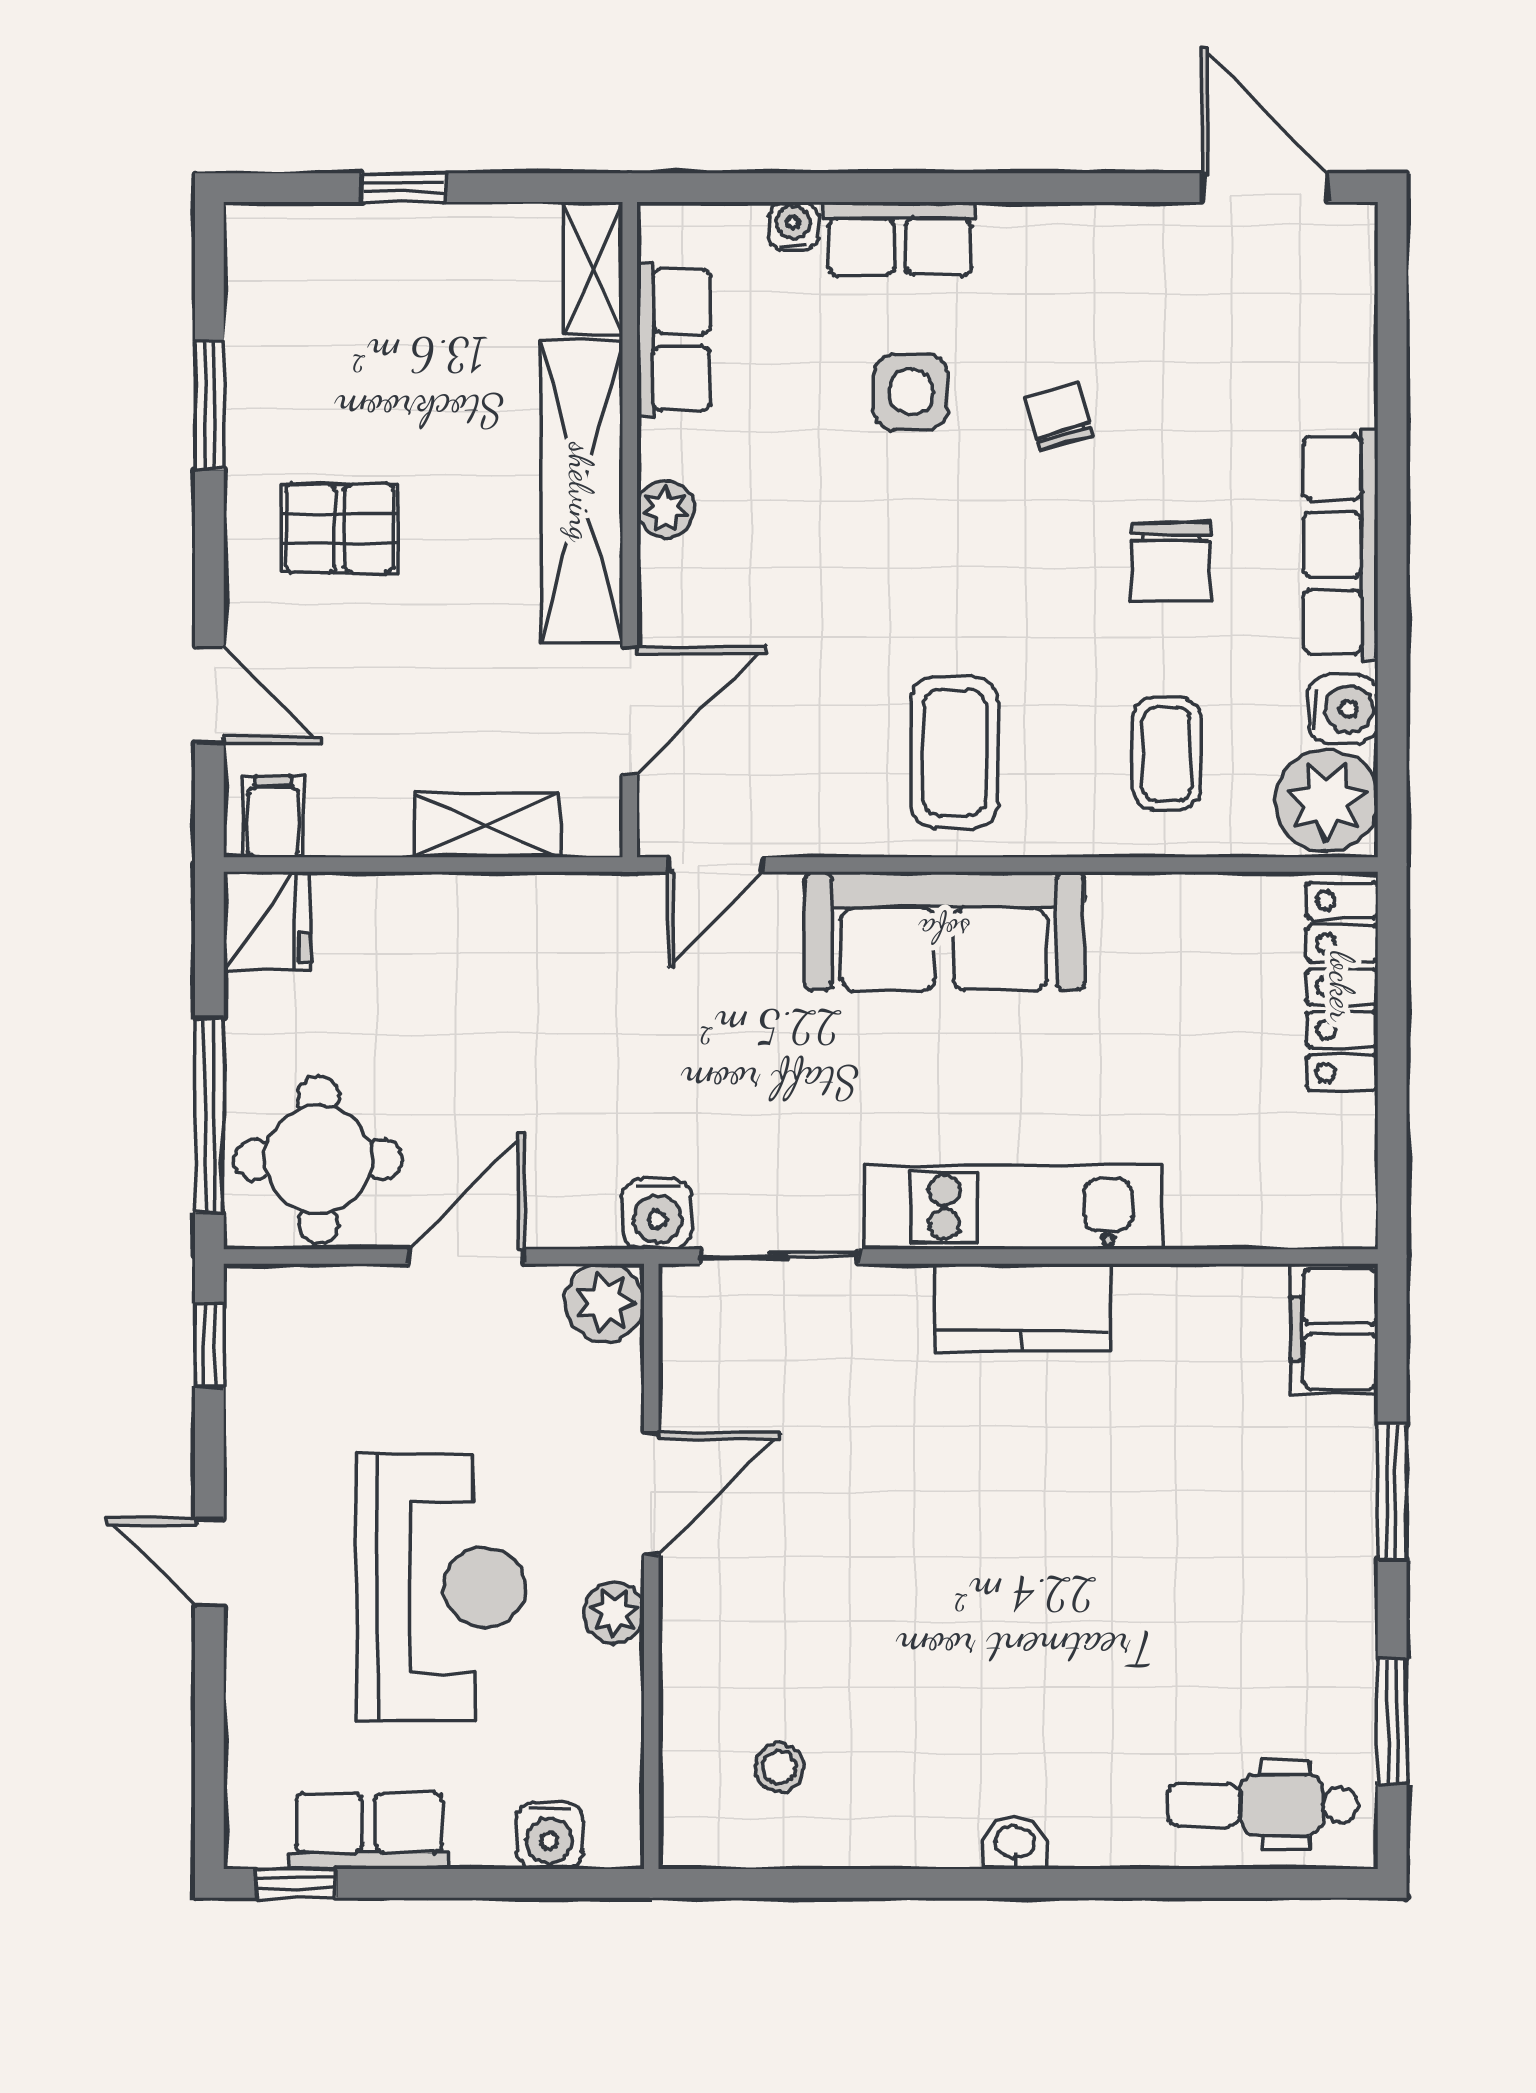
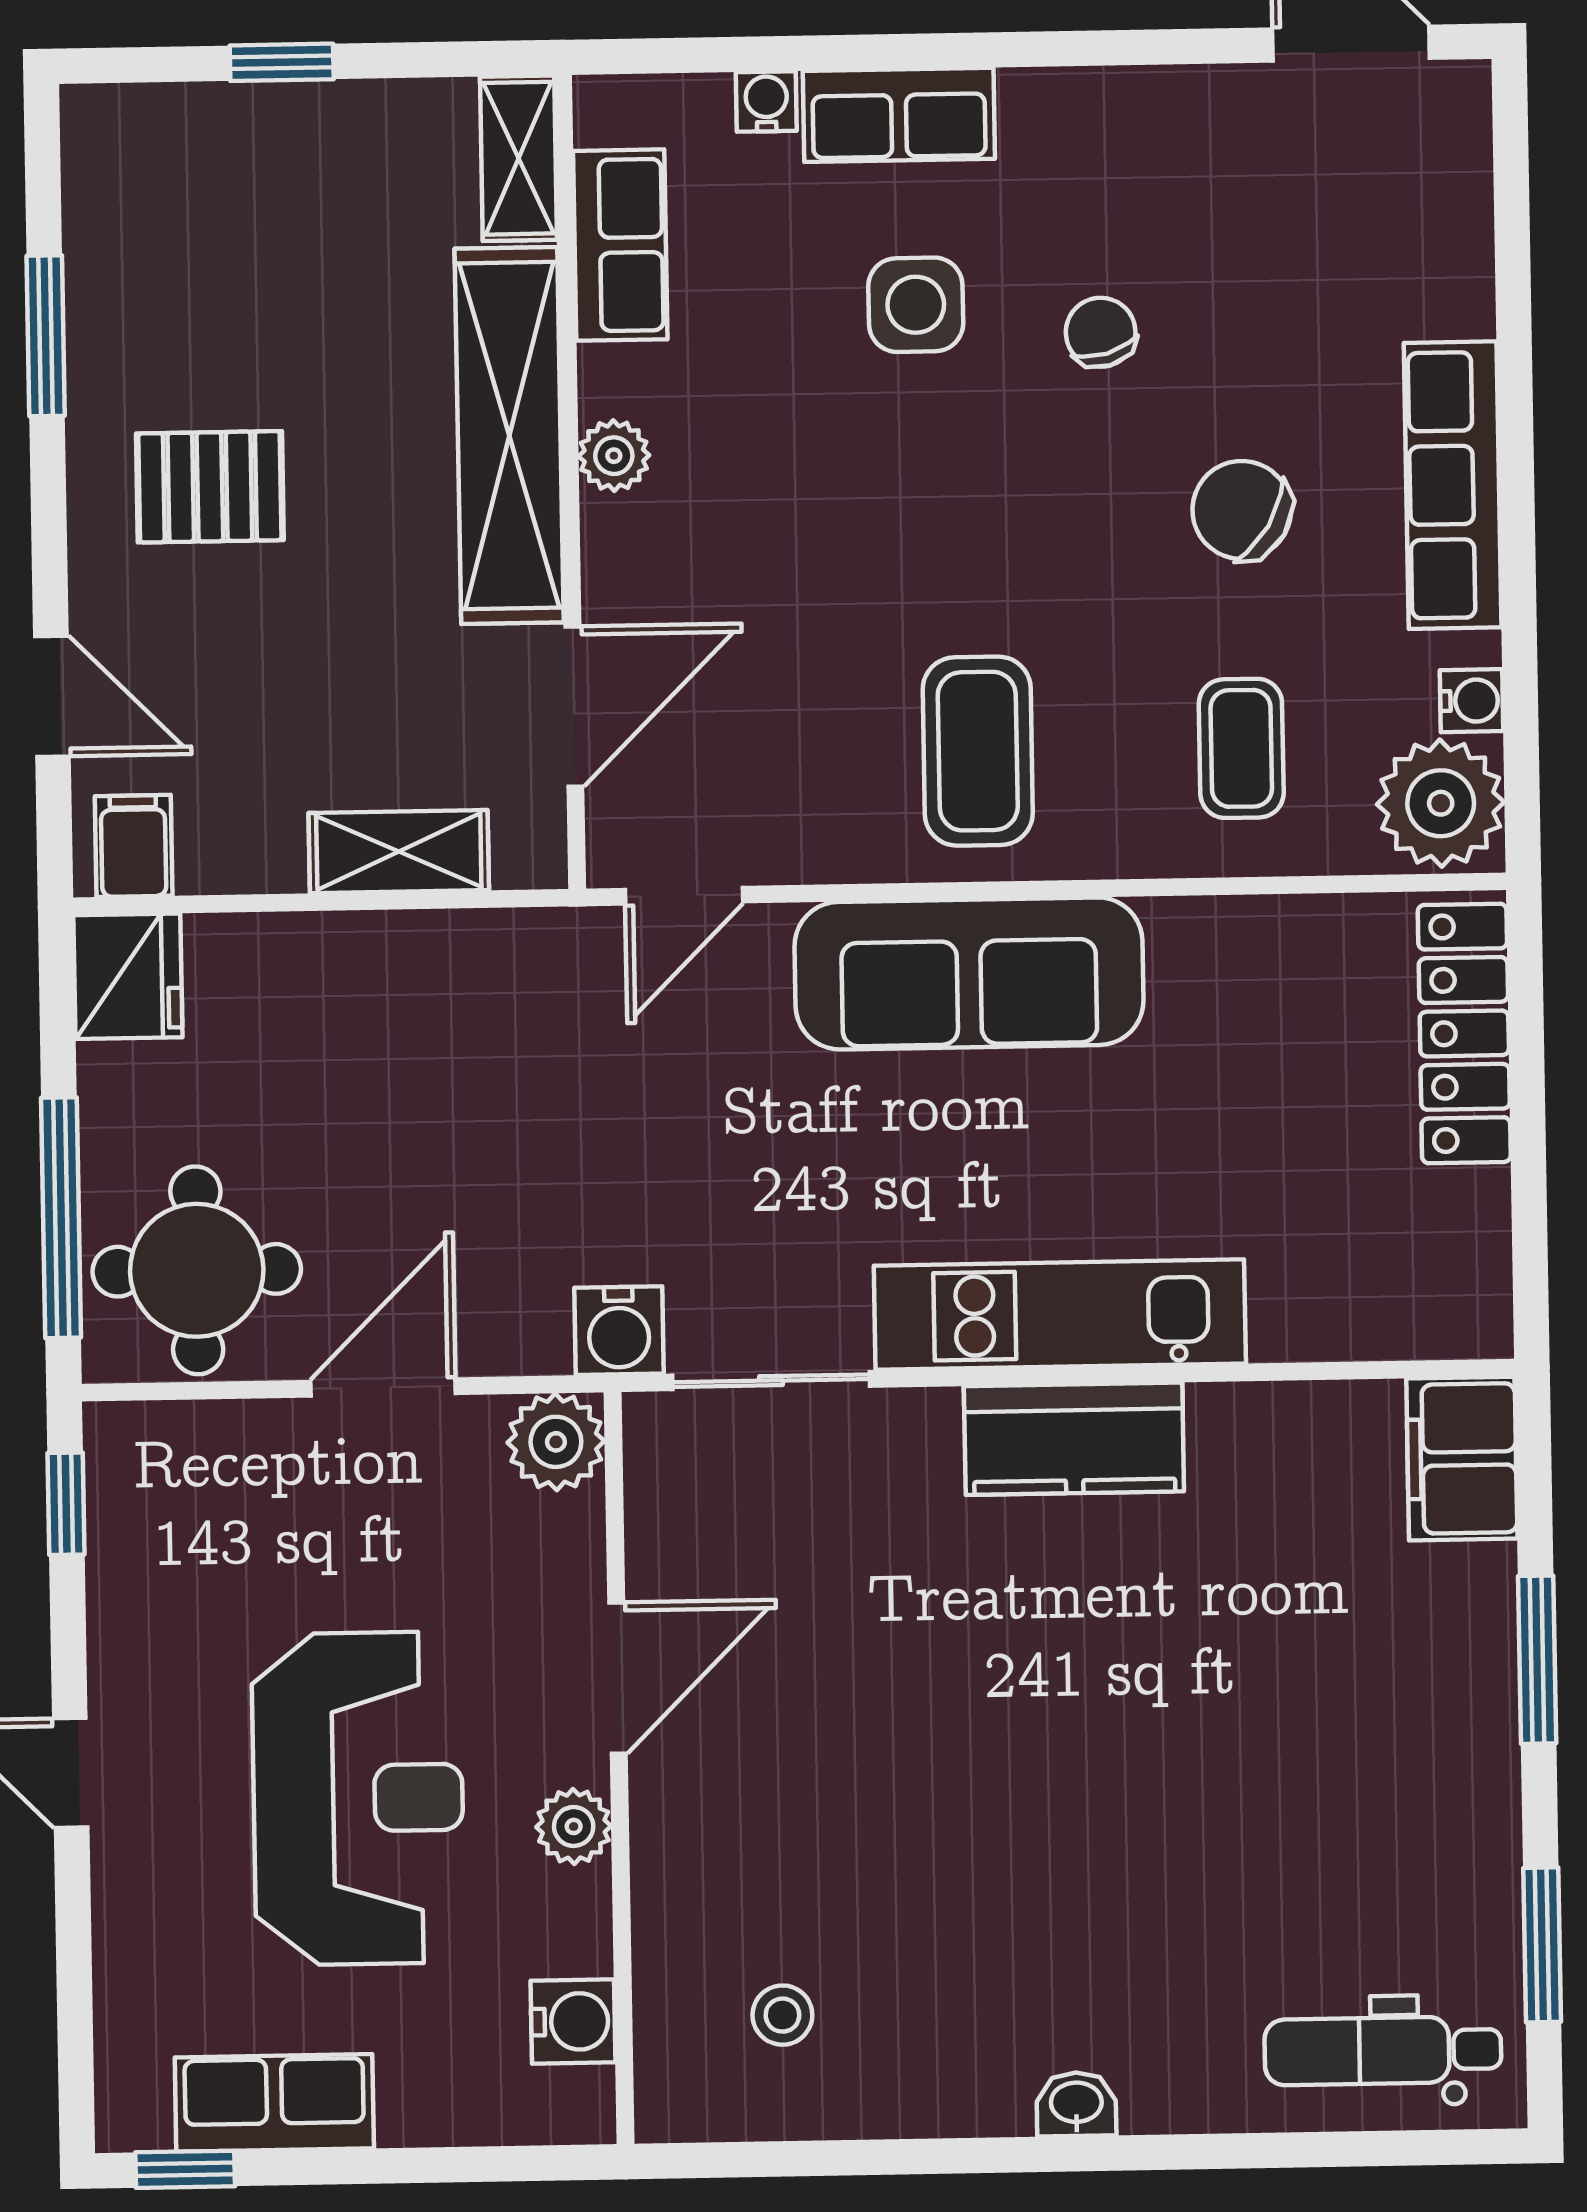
chair: (1170, 562) -> (1242, 510), turned 121
water cooler: (1343, 709) -> (1472, 701), width x0.72, depth x0.72
water cooler: (549, 1836) -> (573, 2021), moved, turned -90

